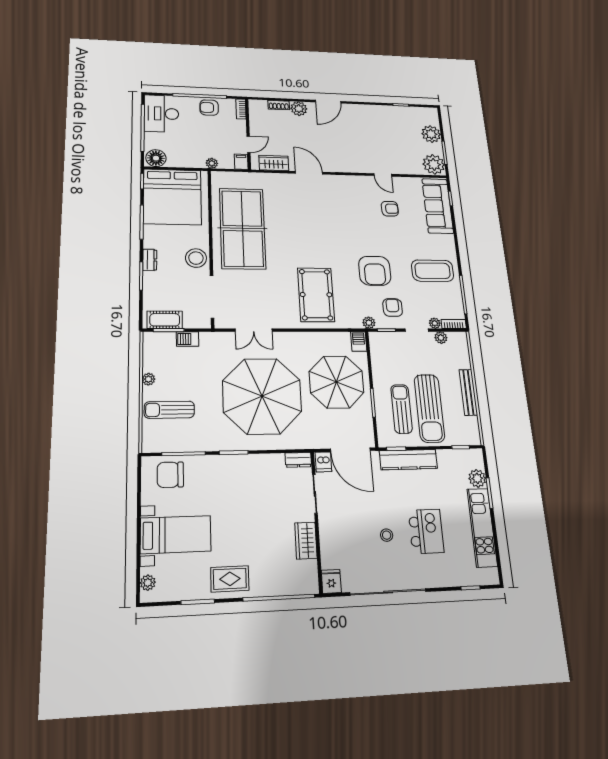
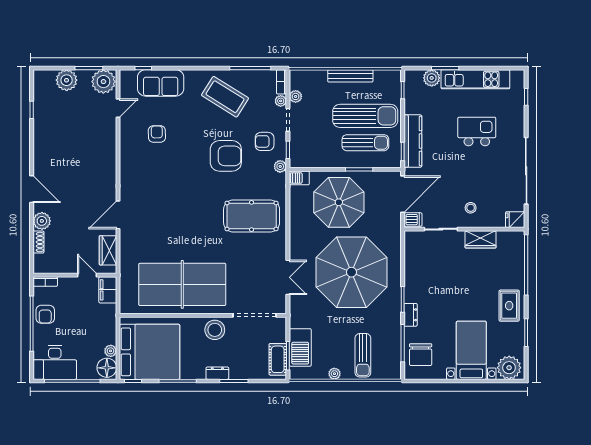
filing cabinet: (241, 162) -> (108, 290), width x2.00
plant: (212, 163) -> (111, 351), moved
door: (383, 175) -> (118, 108), moved
sofa: (438, 206) -> (161, 83), width x0.73
coffee table: (433, 271) -> (225, 97), turned -58
barbecue: (188, 339) -> (300, 347), width x1.88, depth x1.53
sun lounger: (401, 409) -> (365, 143), turned 180
dresser: (298, 460) -> (411, 315), moved
stool: (387, 535) -> (471, 208), moved
plant: (148, 583) -> (509, 368), width x1.87, depth x1.87

